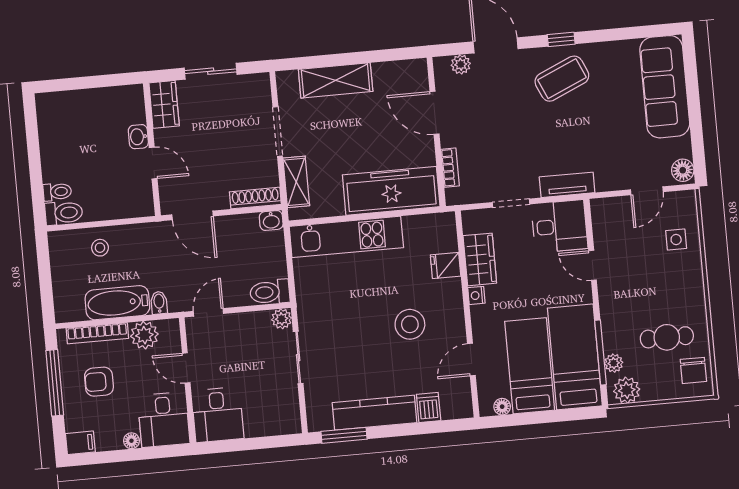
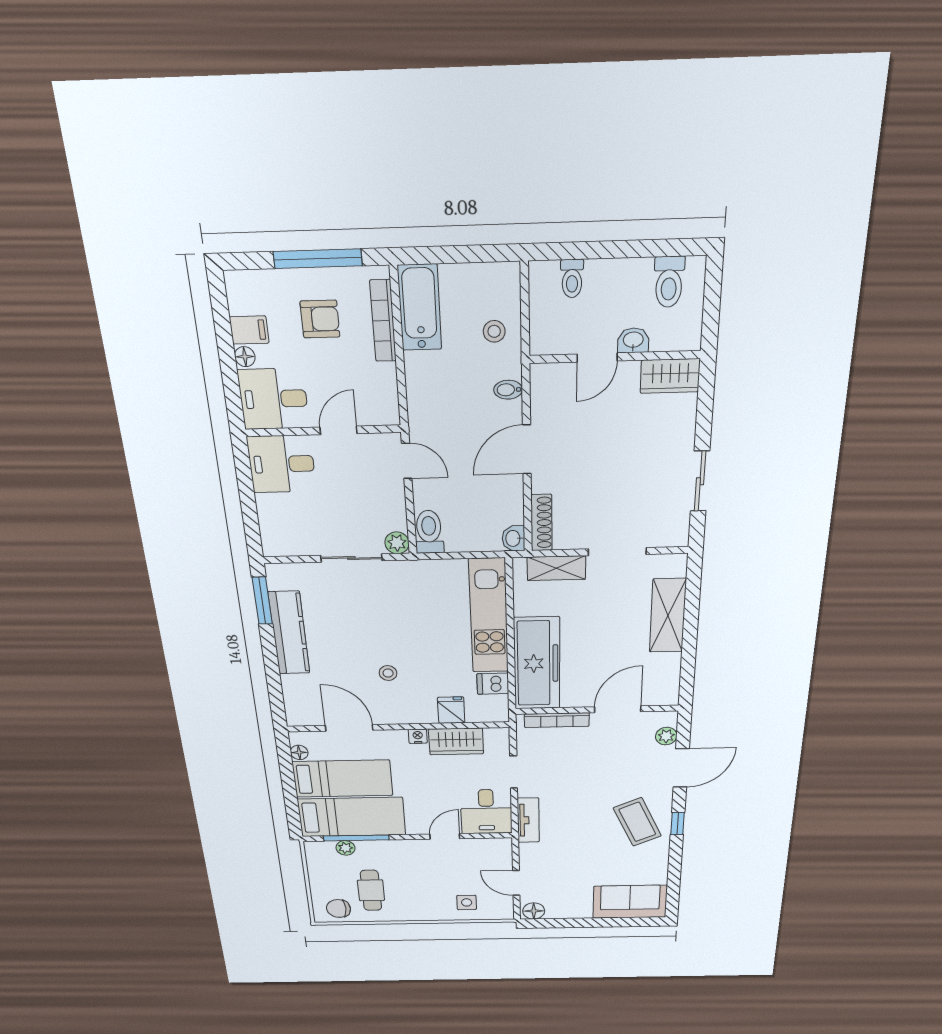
sofa: (665, 87) -> (630, 902), width x0.73
wardrobe: (164, 104) -> (670, 376), moved
washbasin: (138, 137) -> (633, 340), moved
wall: (152, 149) -> (615, 357), moved
door: (153, 163) -> (597, 358), moved
bookcase: (450, 168) -> (557, 720), width x1.56
toilet: (64, 213) -> (669, 282), moved
bathtub: (117, 303) -> (420, 308), moved
bidet: (159, 303) -> (508, 390), moved, turned 180
stool: (410, 324) -> (388, 673), width x0.53, depth x0.53
plant: (144, 335) -> (380, 381), removed
door: (471, 360) -> (349, 728), width x1.38
armchair: (99, 382) -> (320, 319), turned 90
plant: (627, 390) -> (318, 857), removed
dishwasher: (429, 407) -> (493, 684), moved, turned 180
filing cabinet: (80, 443) -> (249, 330), moved, turned -90

